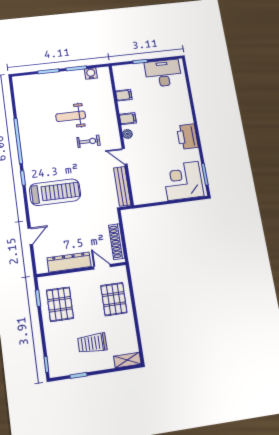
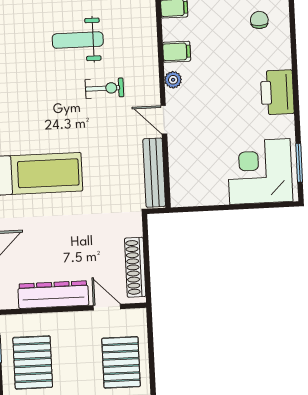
chair: (172, 98) -> (259, 20), added

